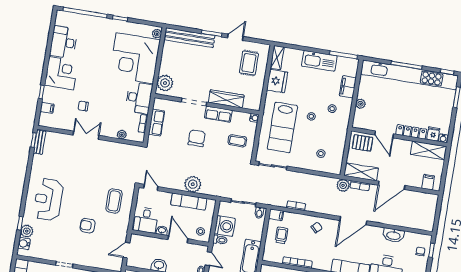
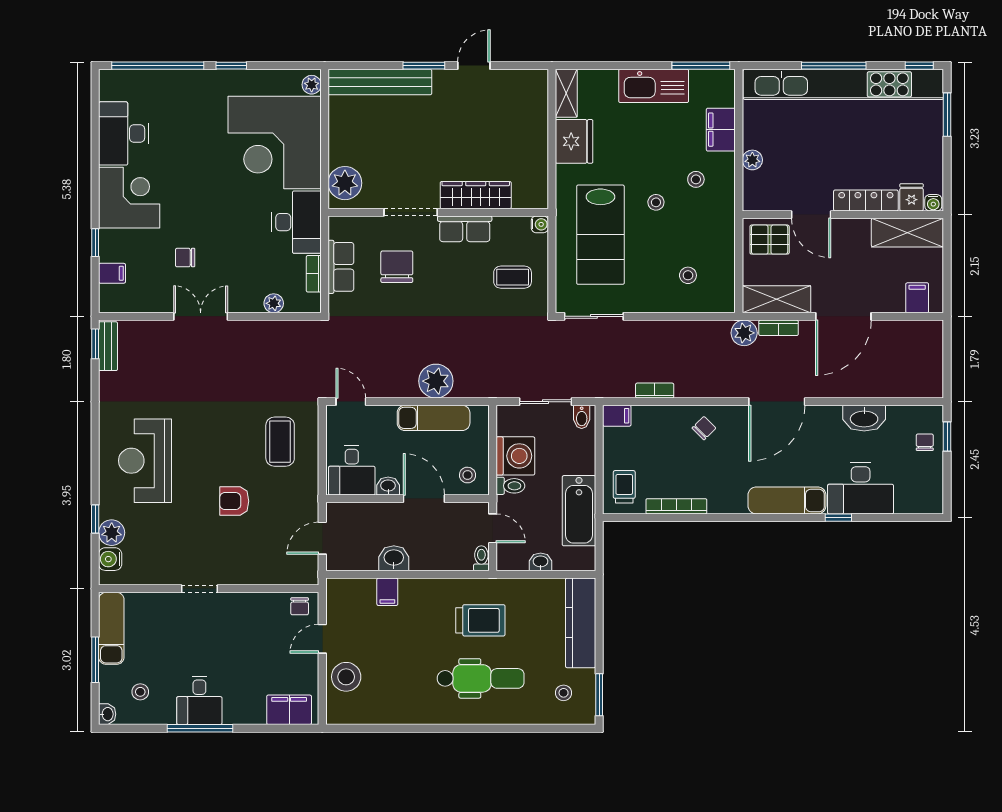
rug: (249, 63) -> (510, 114), removed
chair: (197, 138) -> (397, 267), moved
trolley: (281, 235) -> (624, 487), moved

